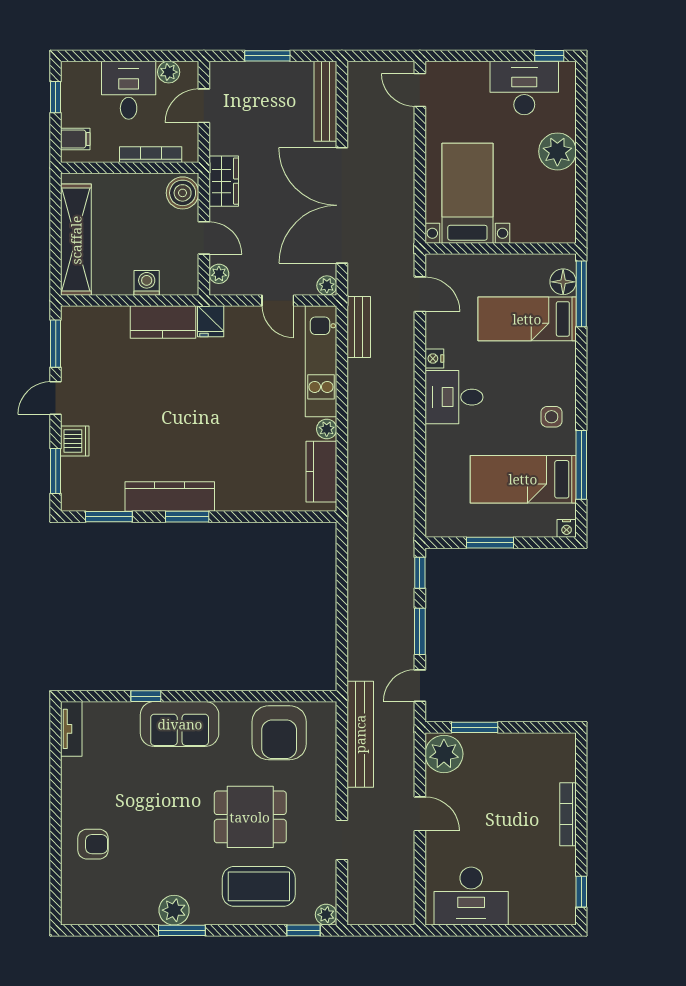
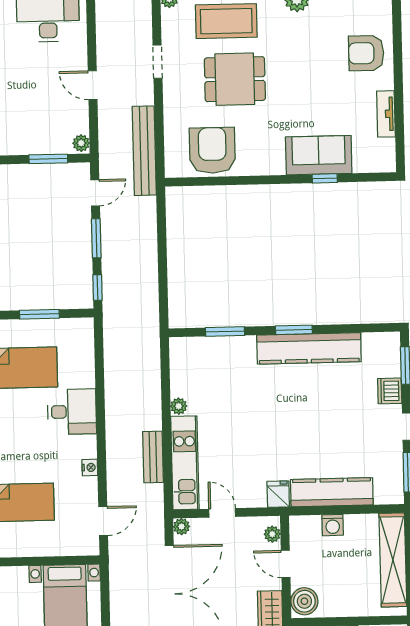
door: (420, 294) -> (103, 521), swing flipped
kitchen counter: (163, 322) -> (332, 492), width x1.50
bench: (359, 327) -> (153, 457), moved
desk: (454, 397) -> (72, 412), moved
kitchen counter: (321, 472) -> (182, 370), removed
kitchen counter: (170, 497) -> (309, 348), width x1.39, depth x1.17
window: (109, 517) -> (225, 332), moved
sofa: (180, 724) -> (319, 155), moved
tv unit: (71, 729) -> (386, 114), moved
plant: (444, 754) -> (81, 143), width x0.53, depth x0.53
armchair: (93, 844) -> (366, 53), width x1.38, depth x1.38

